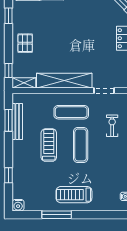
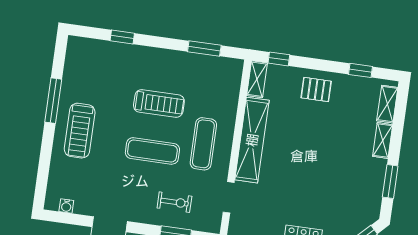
bench: (17, 121) -> (201, 61), removed
treadmill: (74, 195) -> (80, 131), turned 180
water cooler: (18, 205) -> (76, 45), removed

